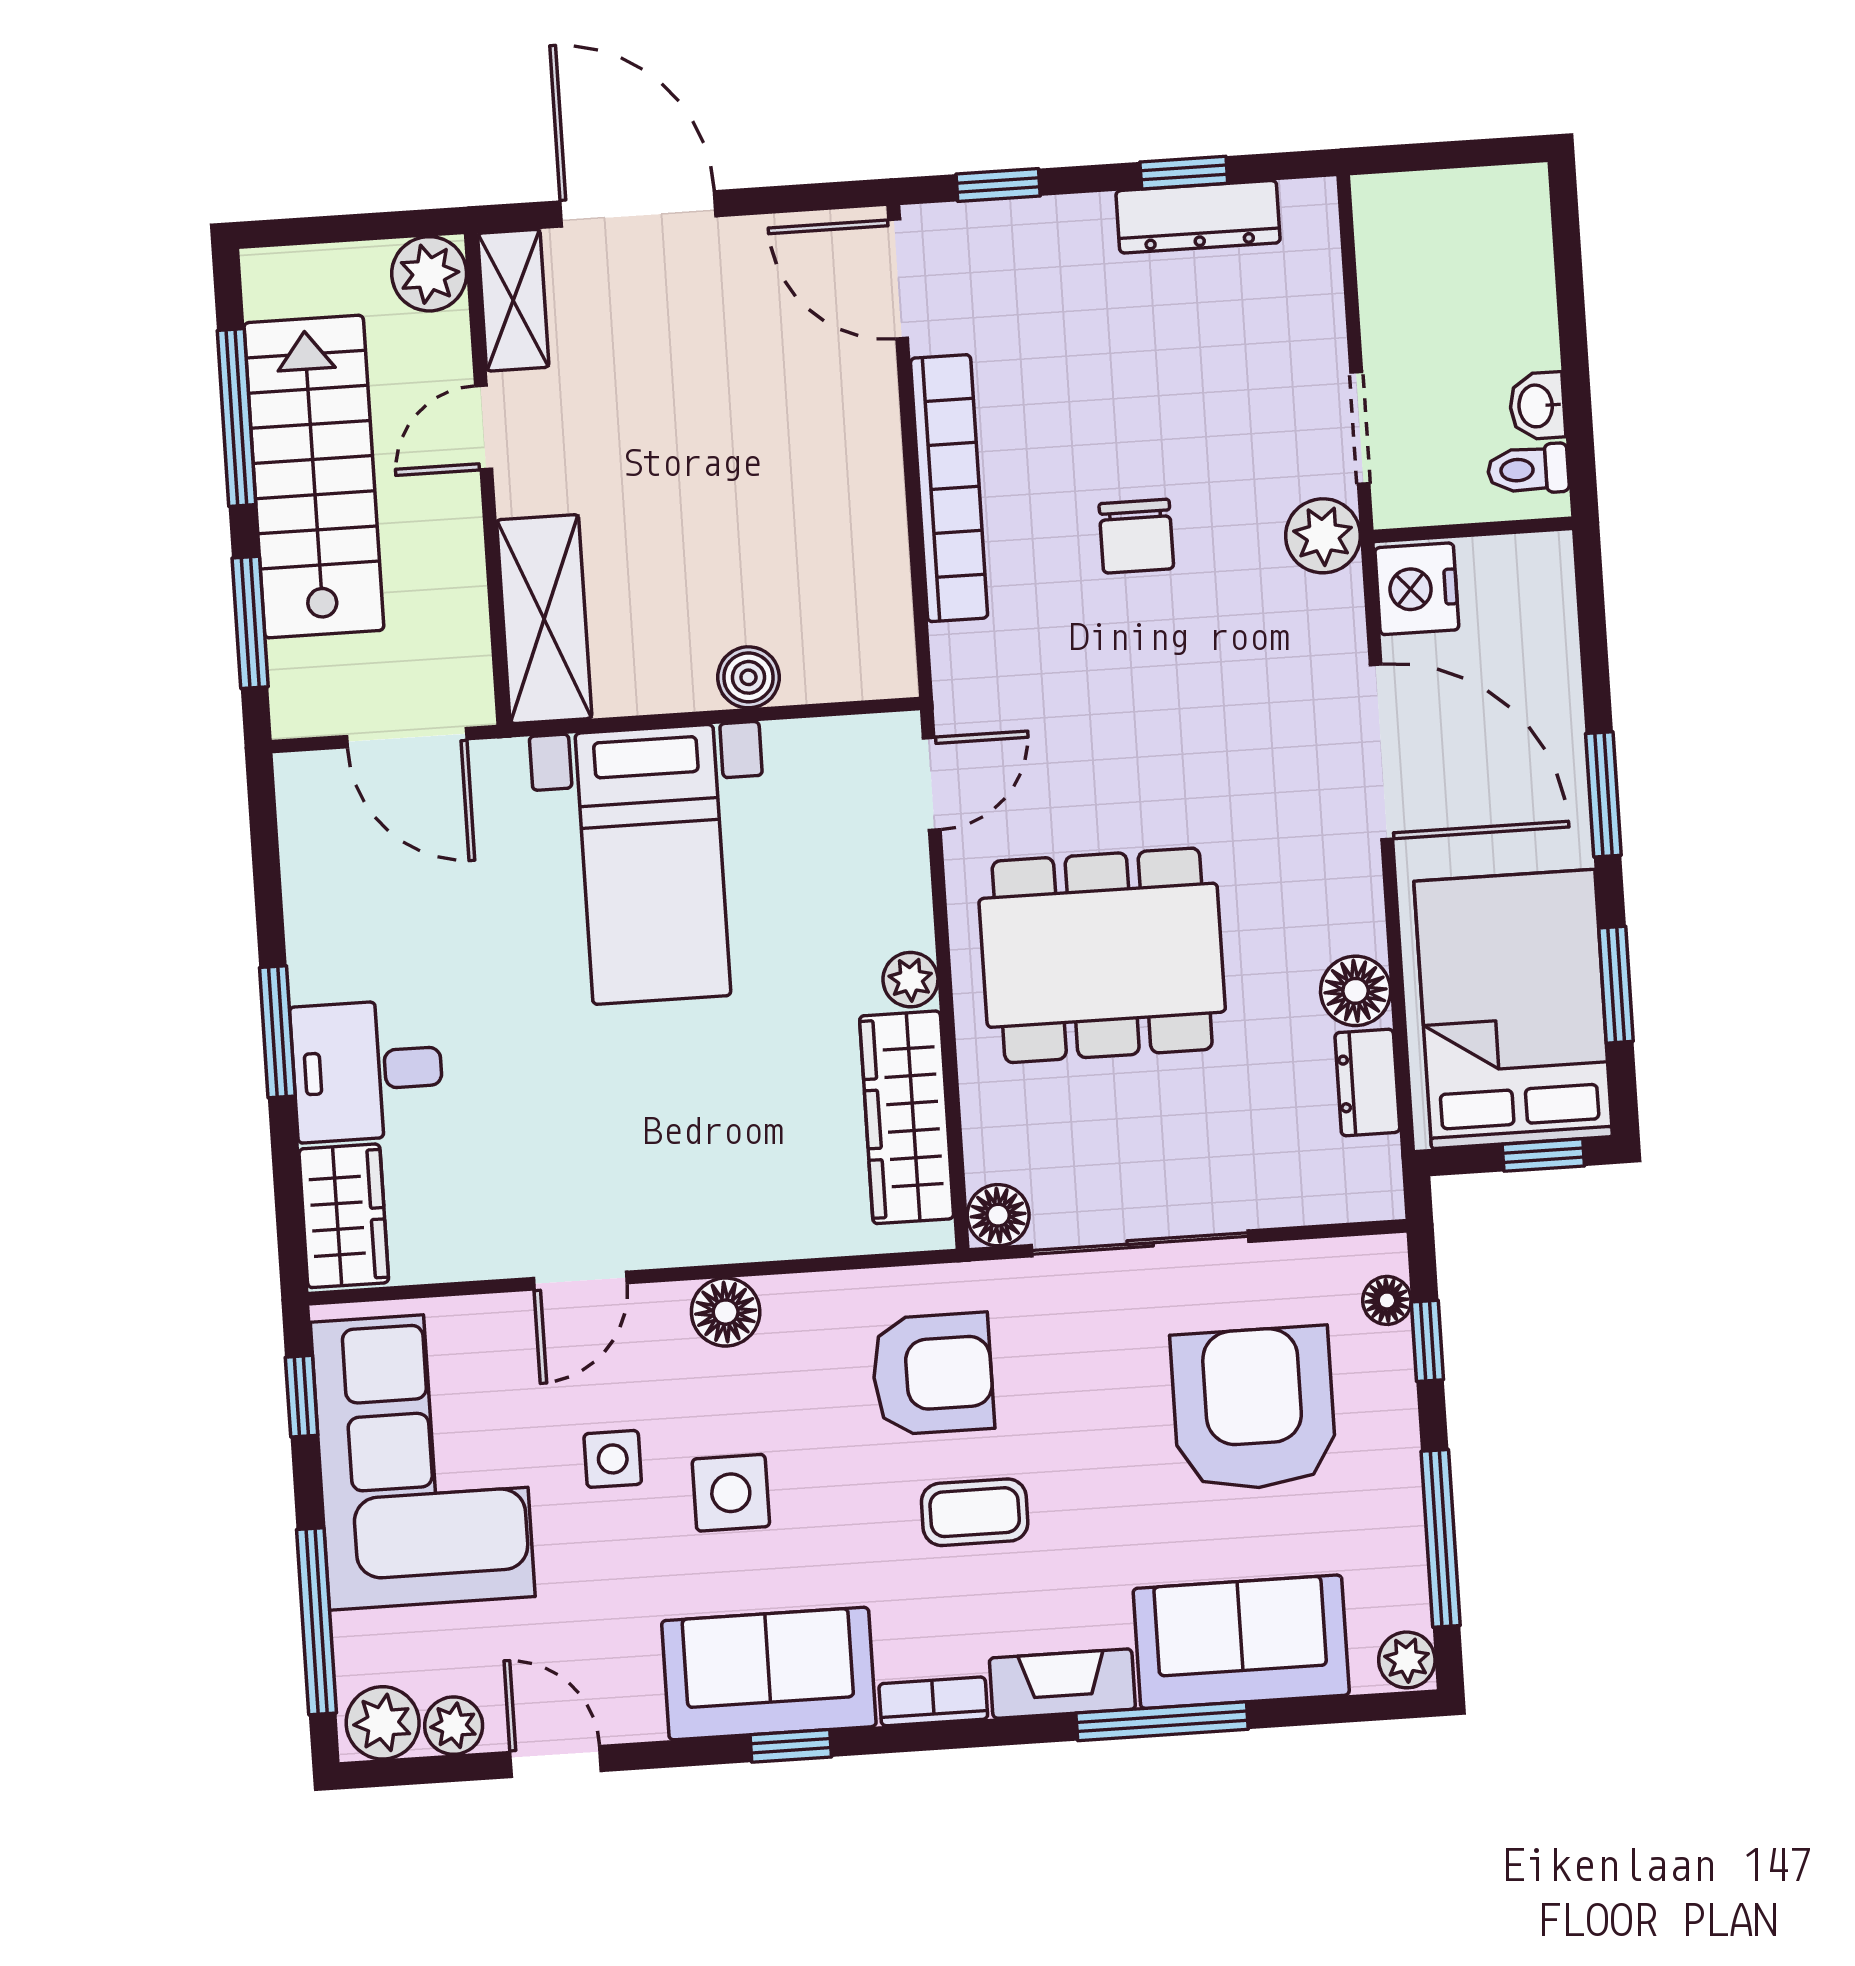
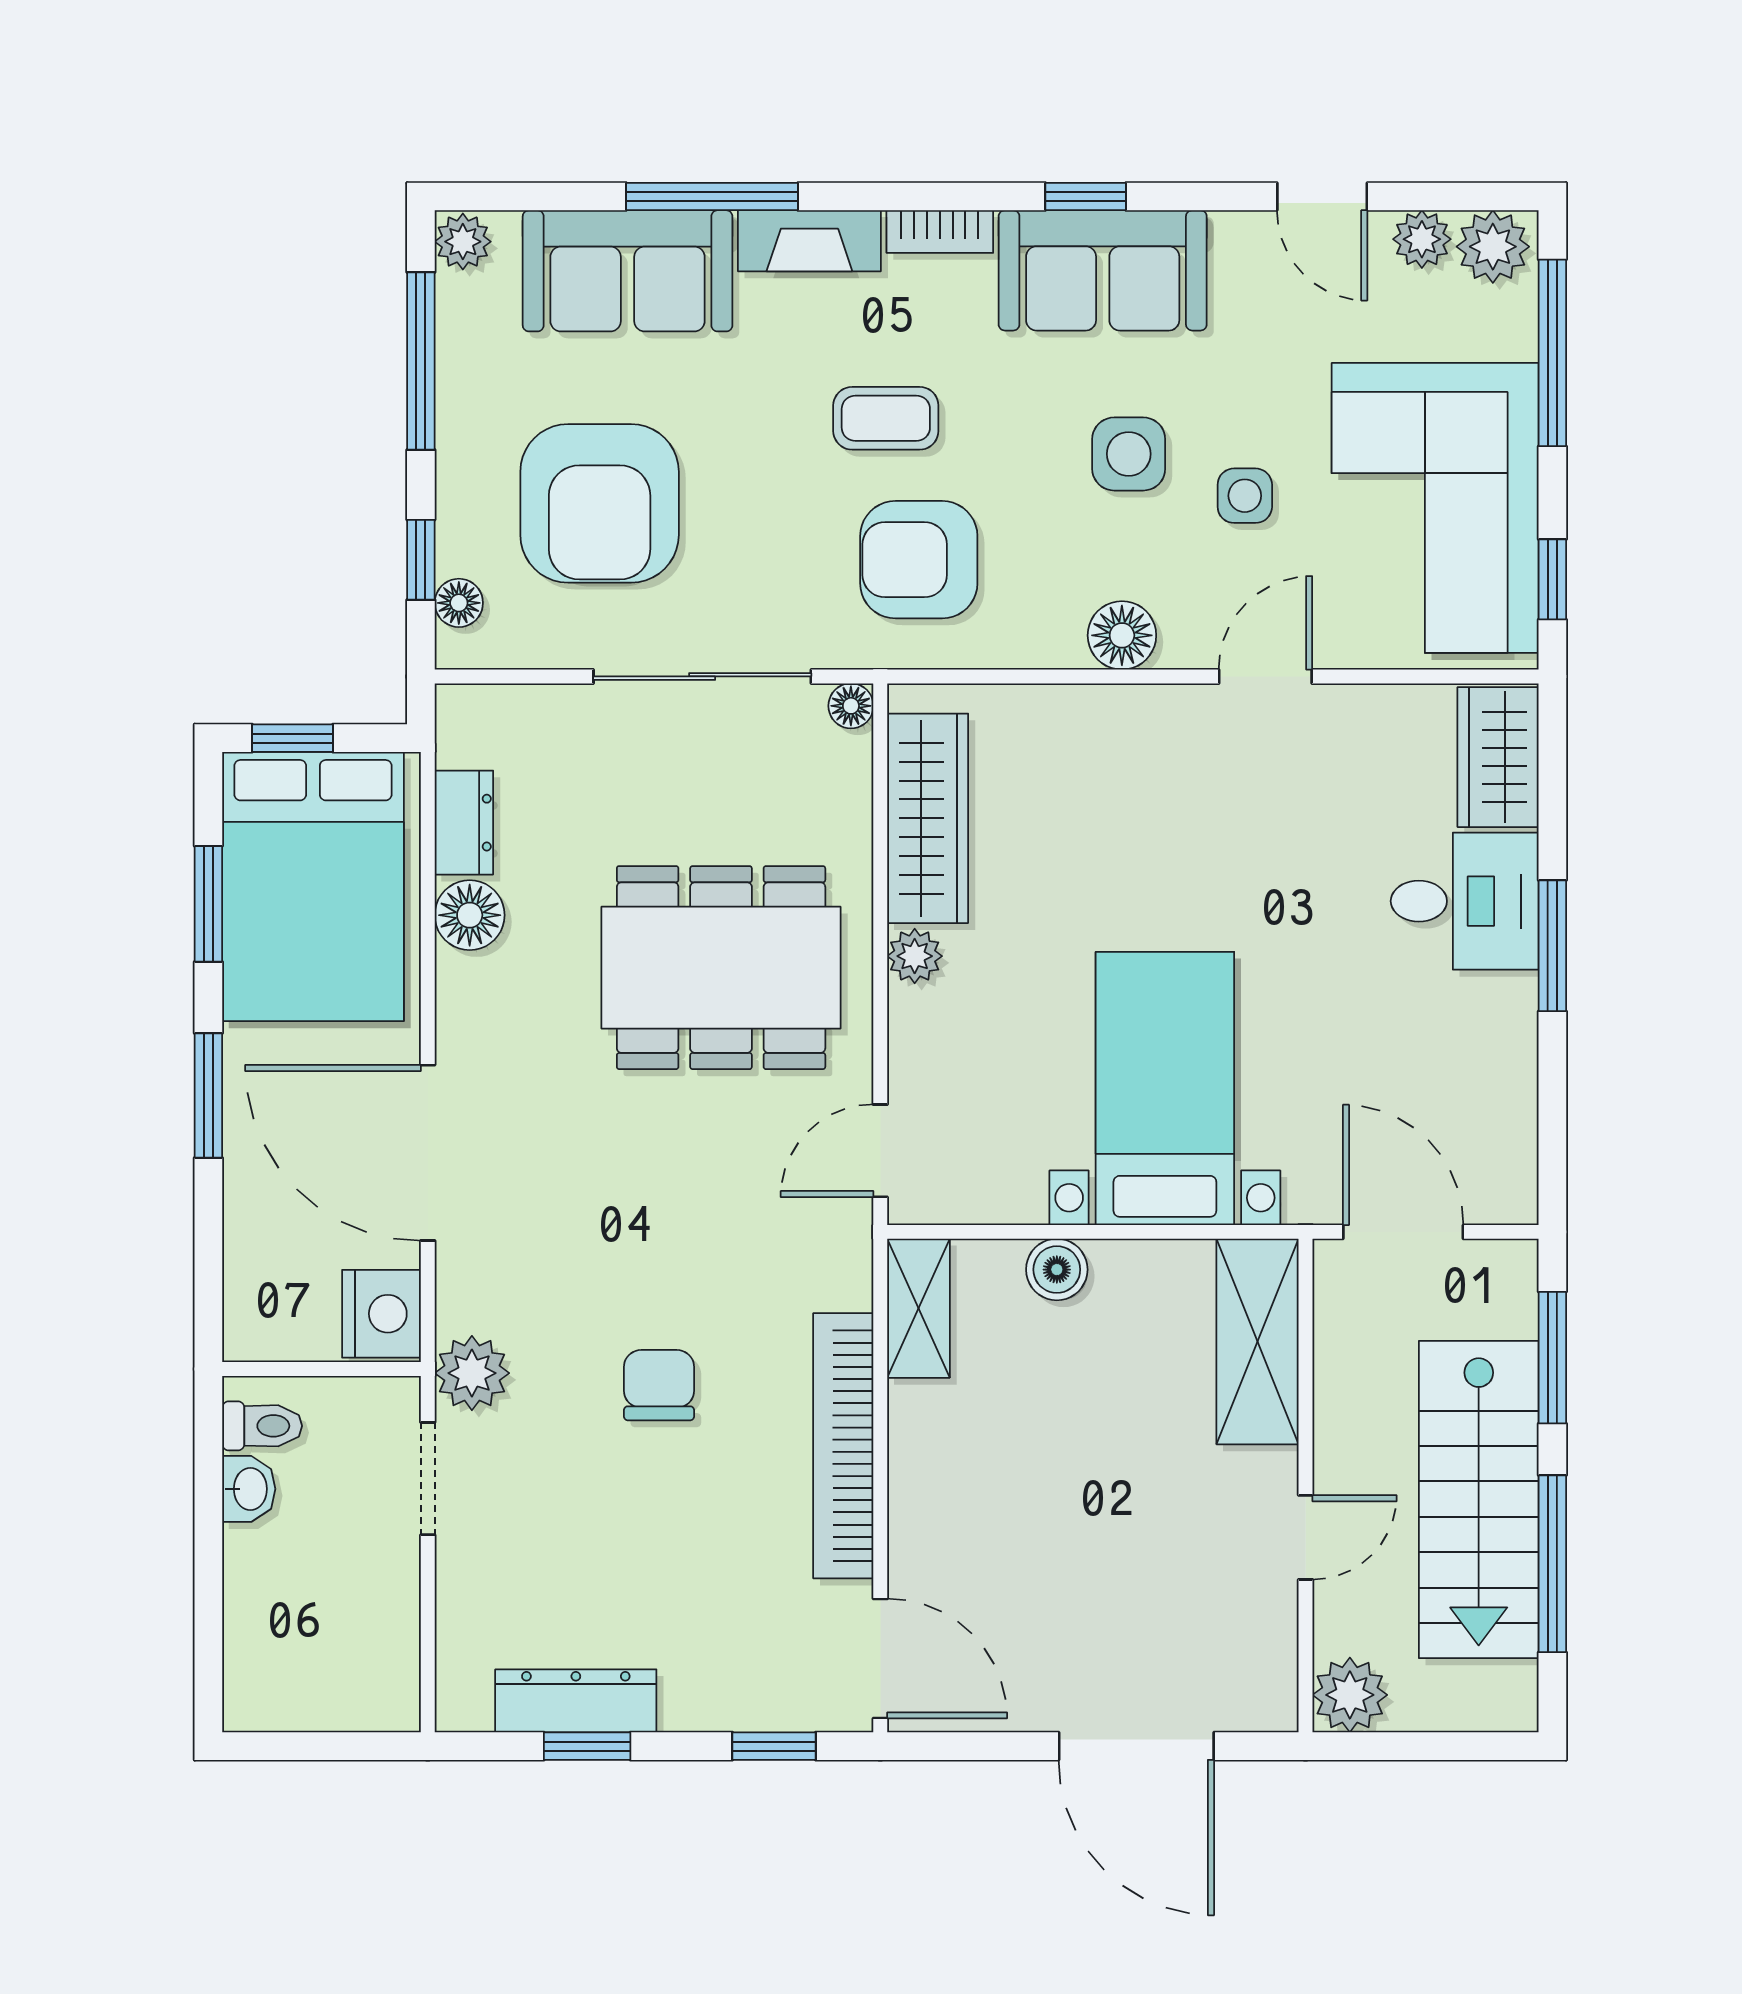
shelving: (513, 300) -> (918, 1308), moved
floor lamp: (998, 1215) -> (851, 706), width x0.73, depth x0.73

